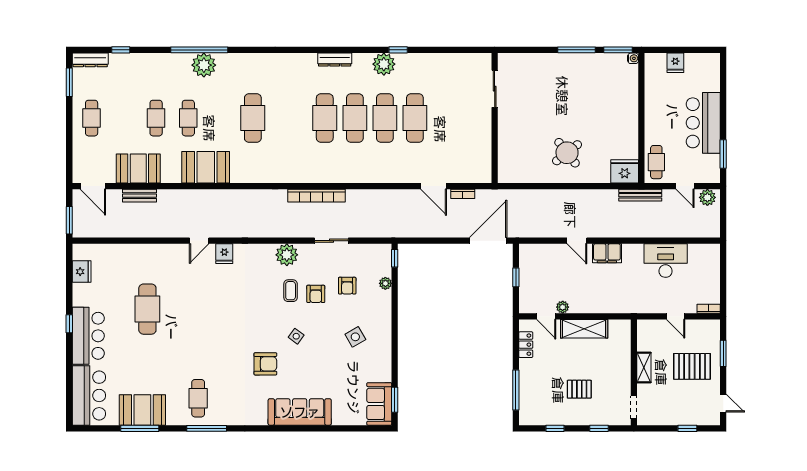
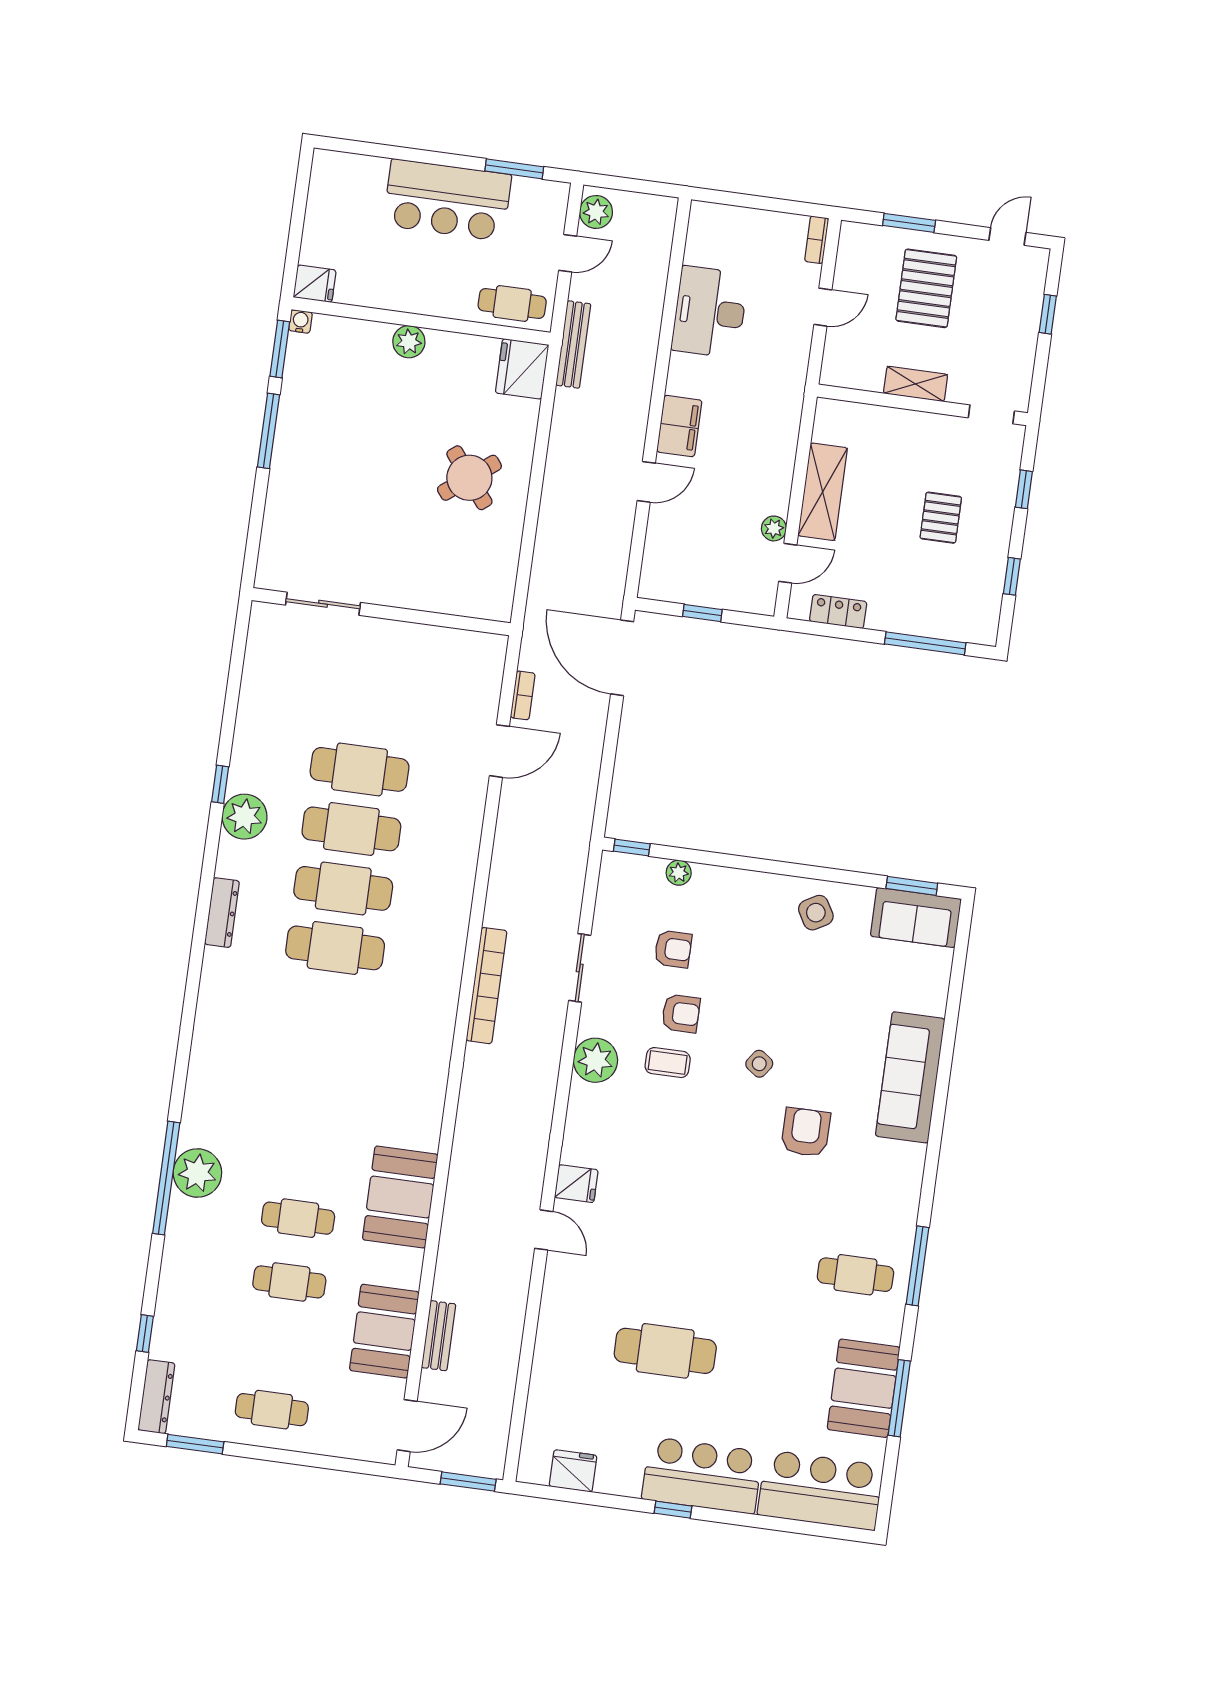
fridge: (675, 63) -> (315, 284), moved
plant: (630, 113) -> (409, 342), added
cafe table: (253, 118) -> (316, 1090), removed
side table: (355, 337) -> (816, 913), moved

